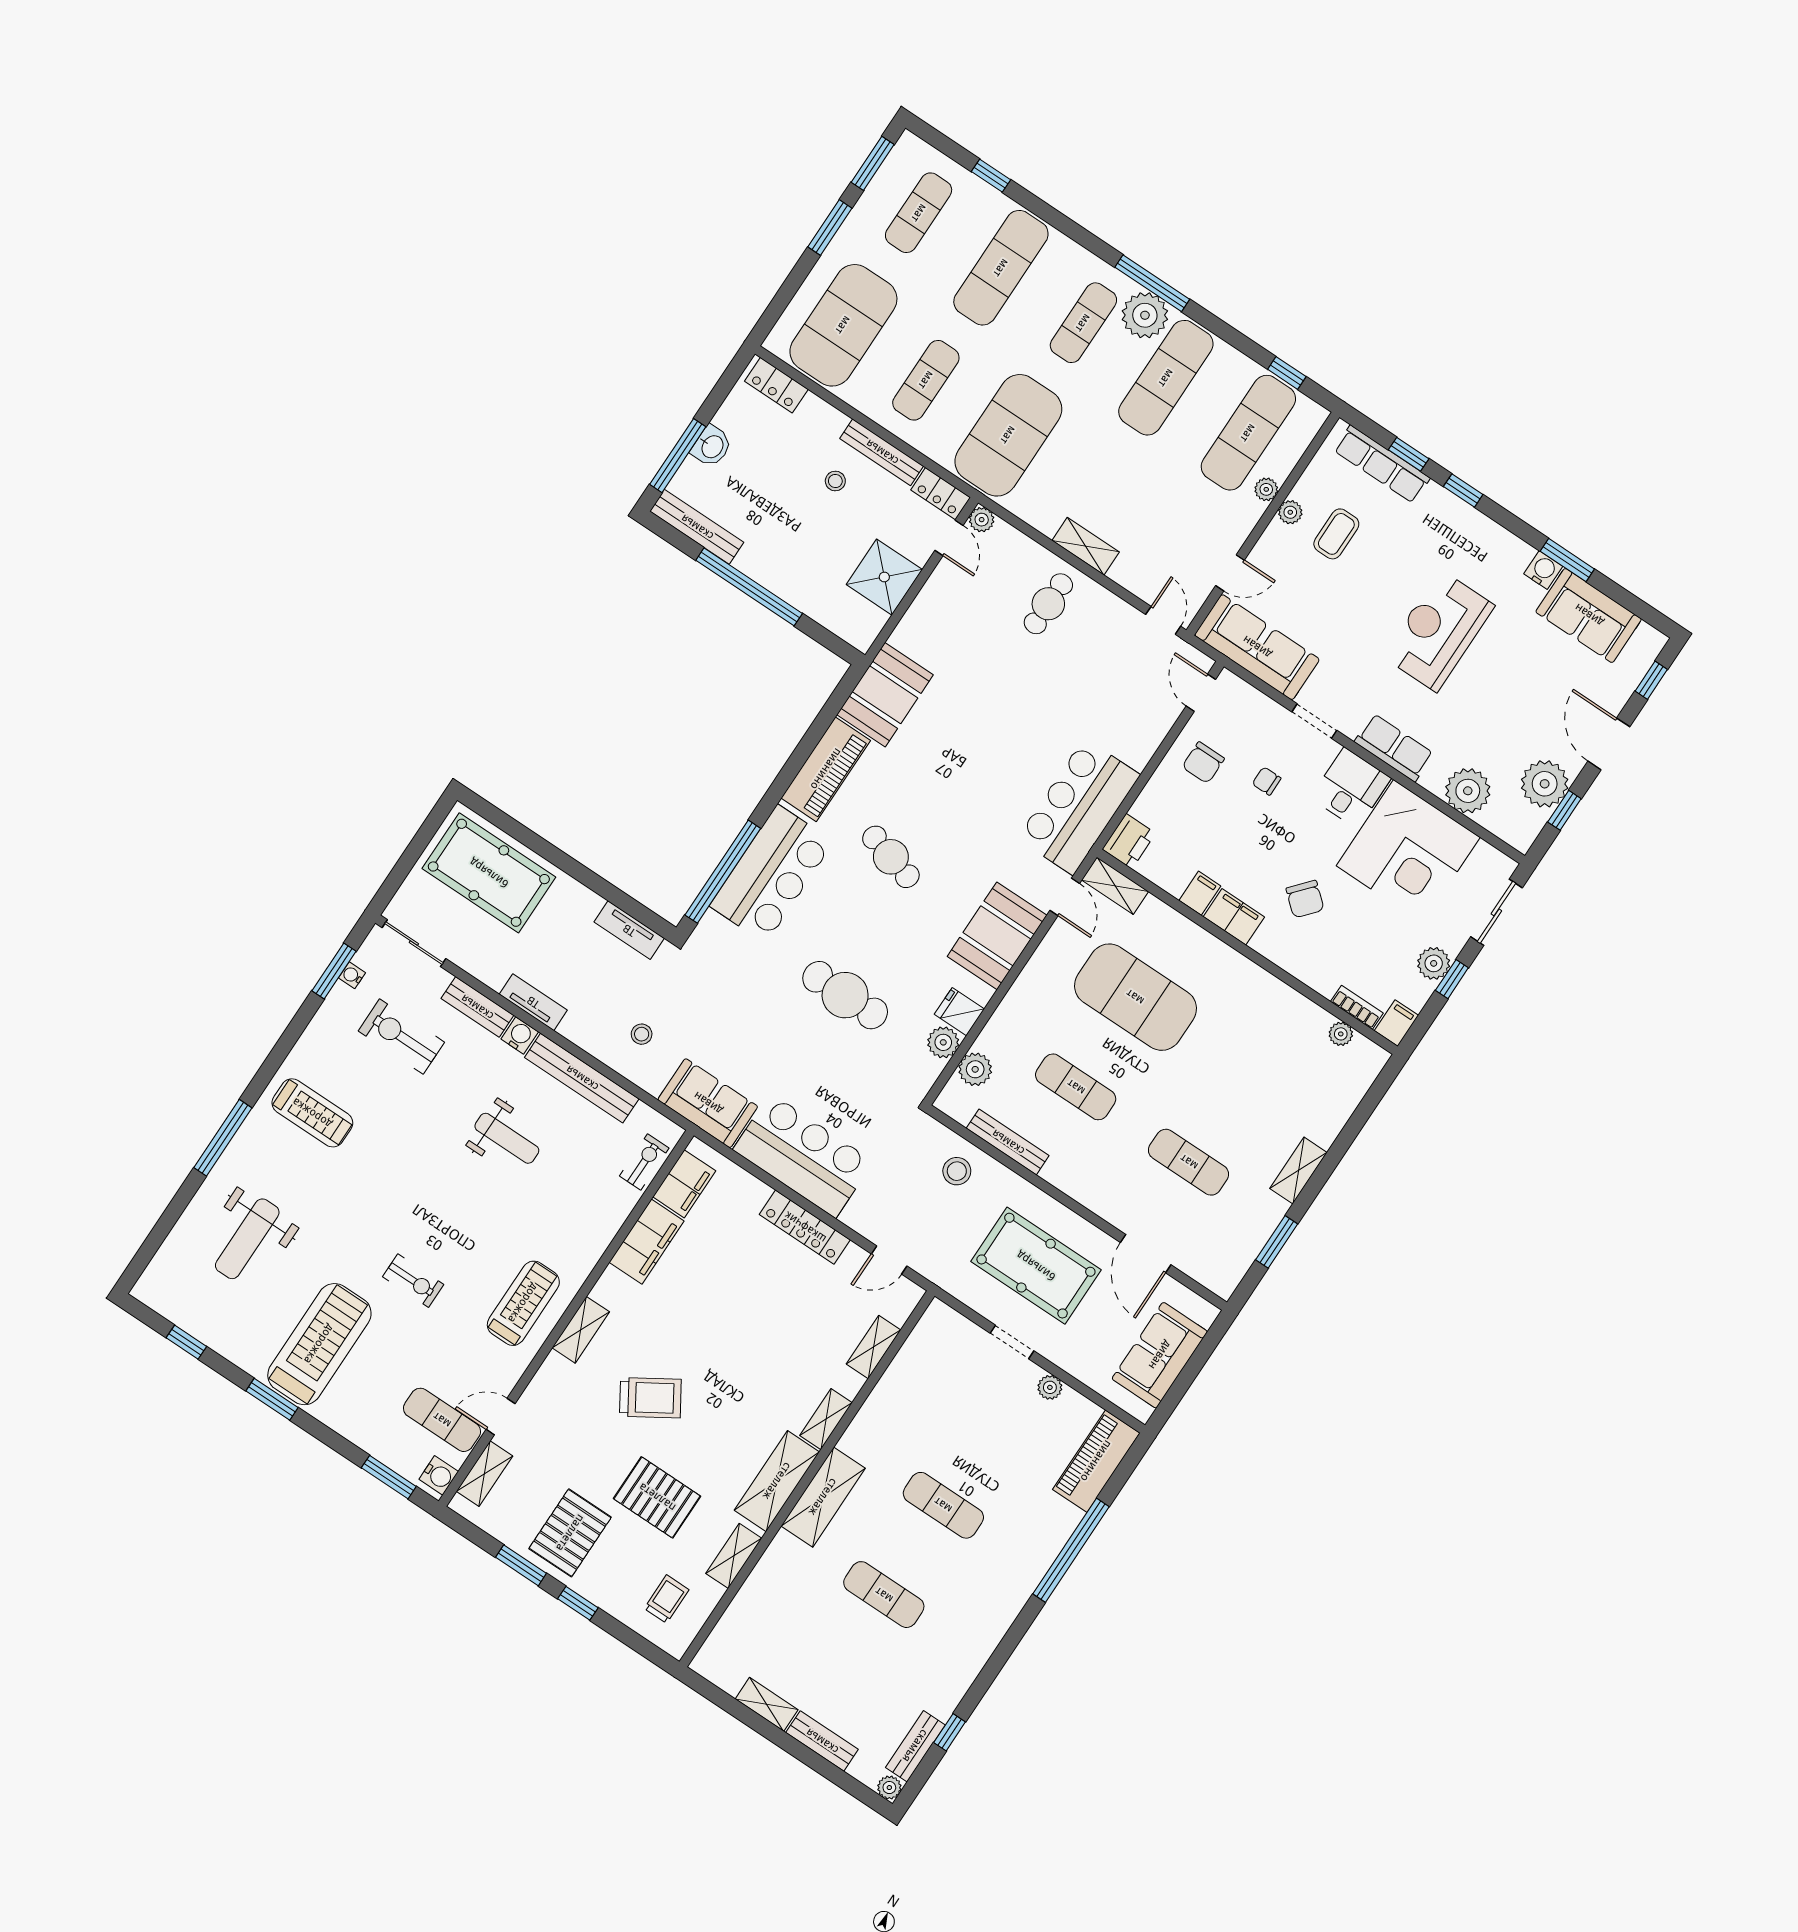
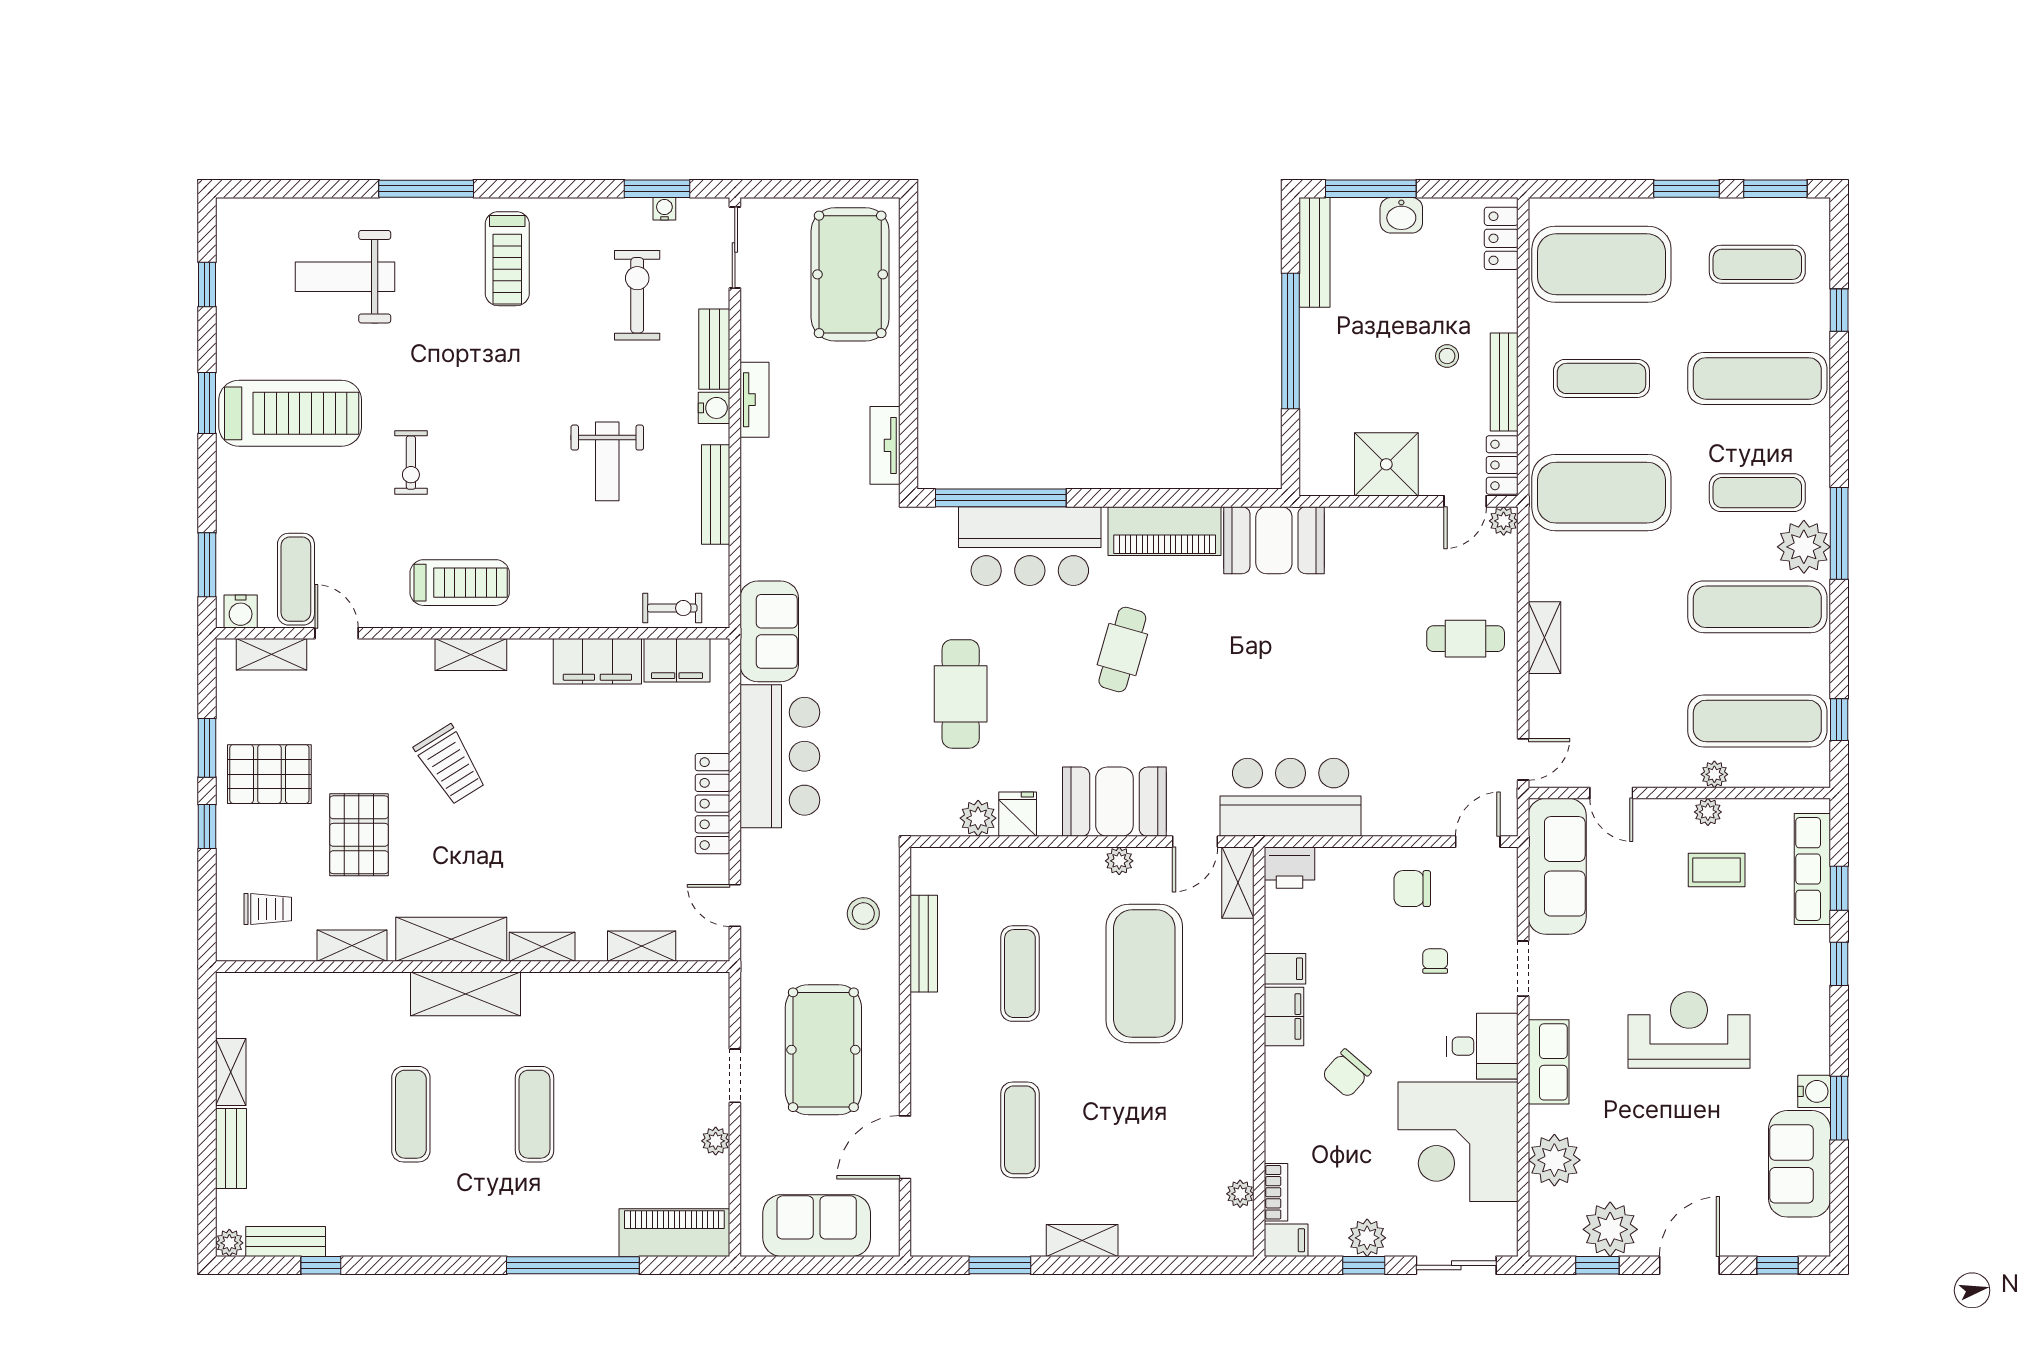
stool: (642, 1034) -> (793, 524), removed
plant: (975, 1069) -> (1119, 861), moved, width x0.73, depth x0.73
bench: (582, 1078) -> (716, 495), width x0.73, depth x0.82

